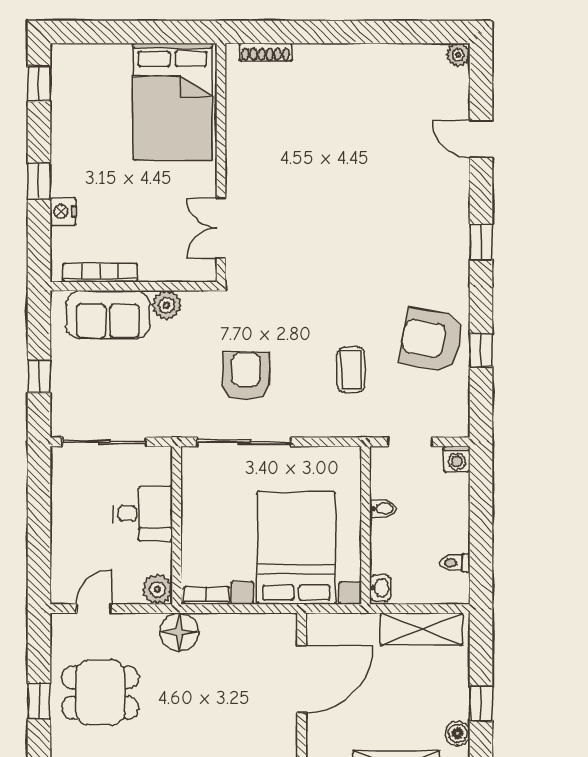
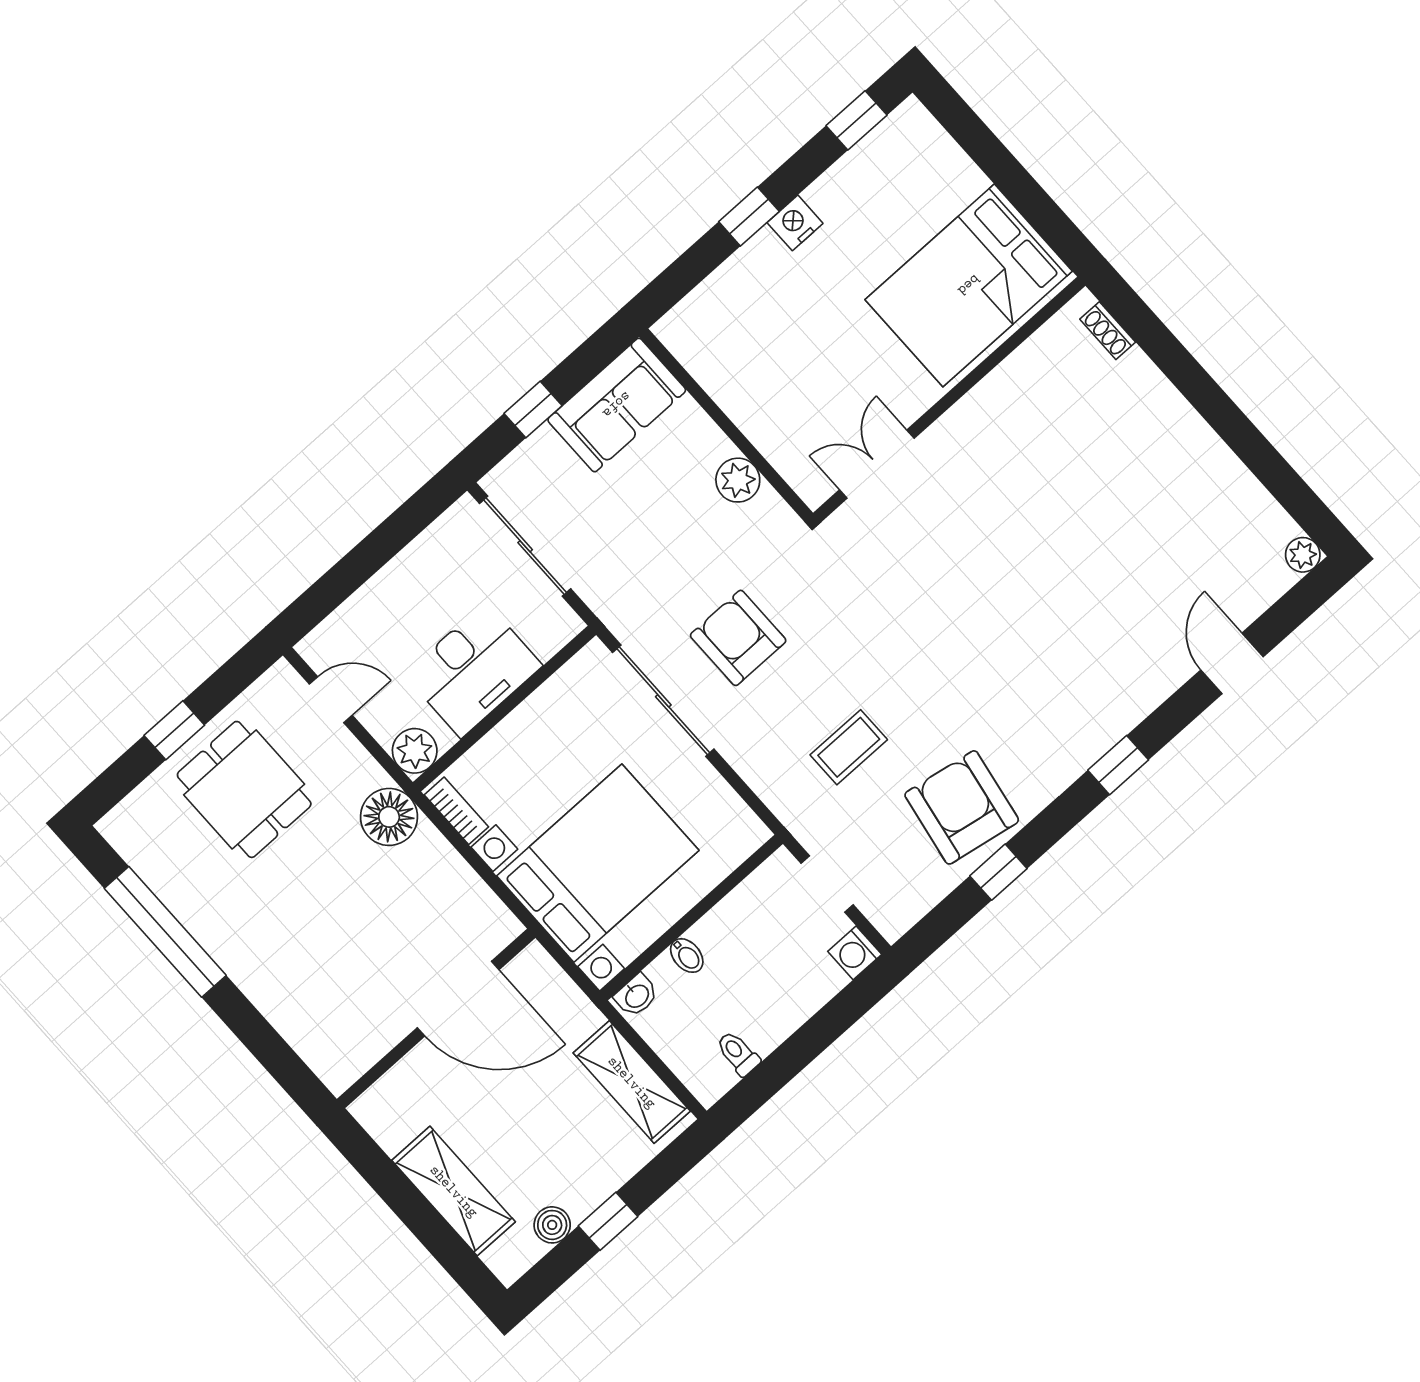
shoe rack: (266, 52) -> (1108, 331), width x0.70
nightstand: (63, 212) -> (795, 223), moved
bookcase: (100, 273) -> (708, 374), removed
sofa: (108, 315) -> (617, 405), moved, turned -90
armchair: (246, 376) -> (738, 638), turned -90
bidet: (383, 508) -> (687, 956), moved
desk: (143, 514) -> (473, 670), width x1.37

